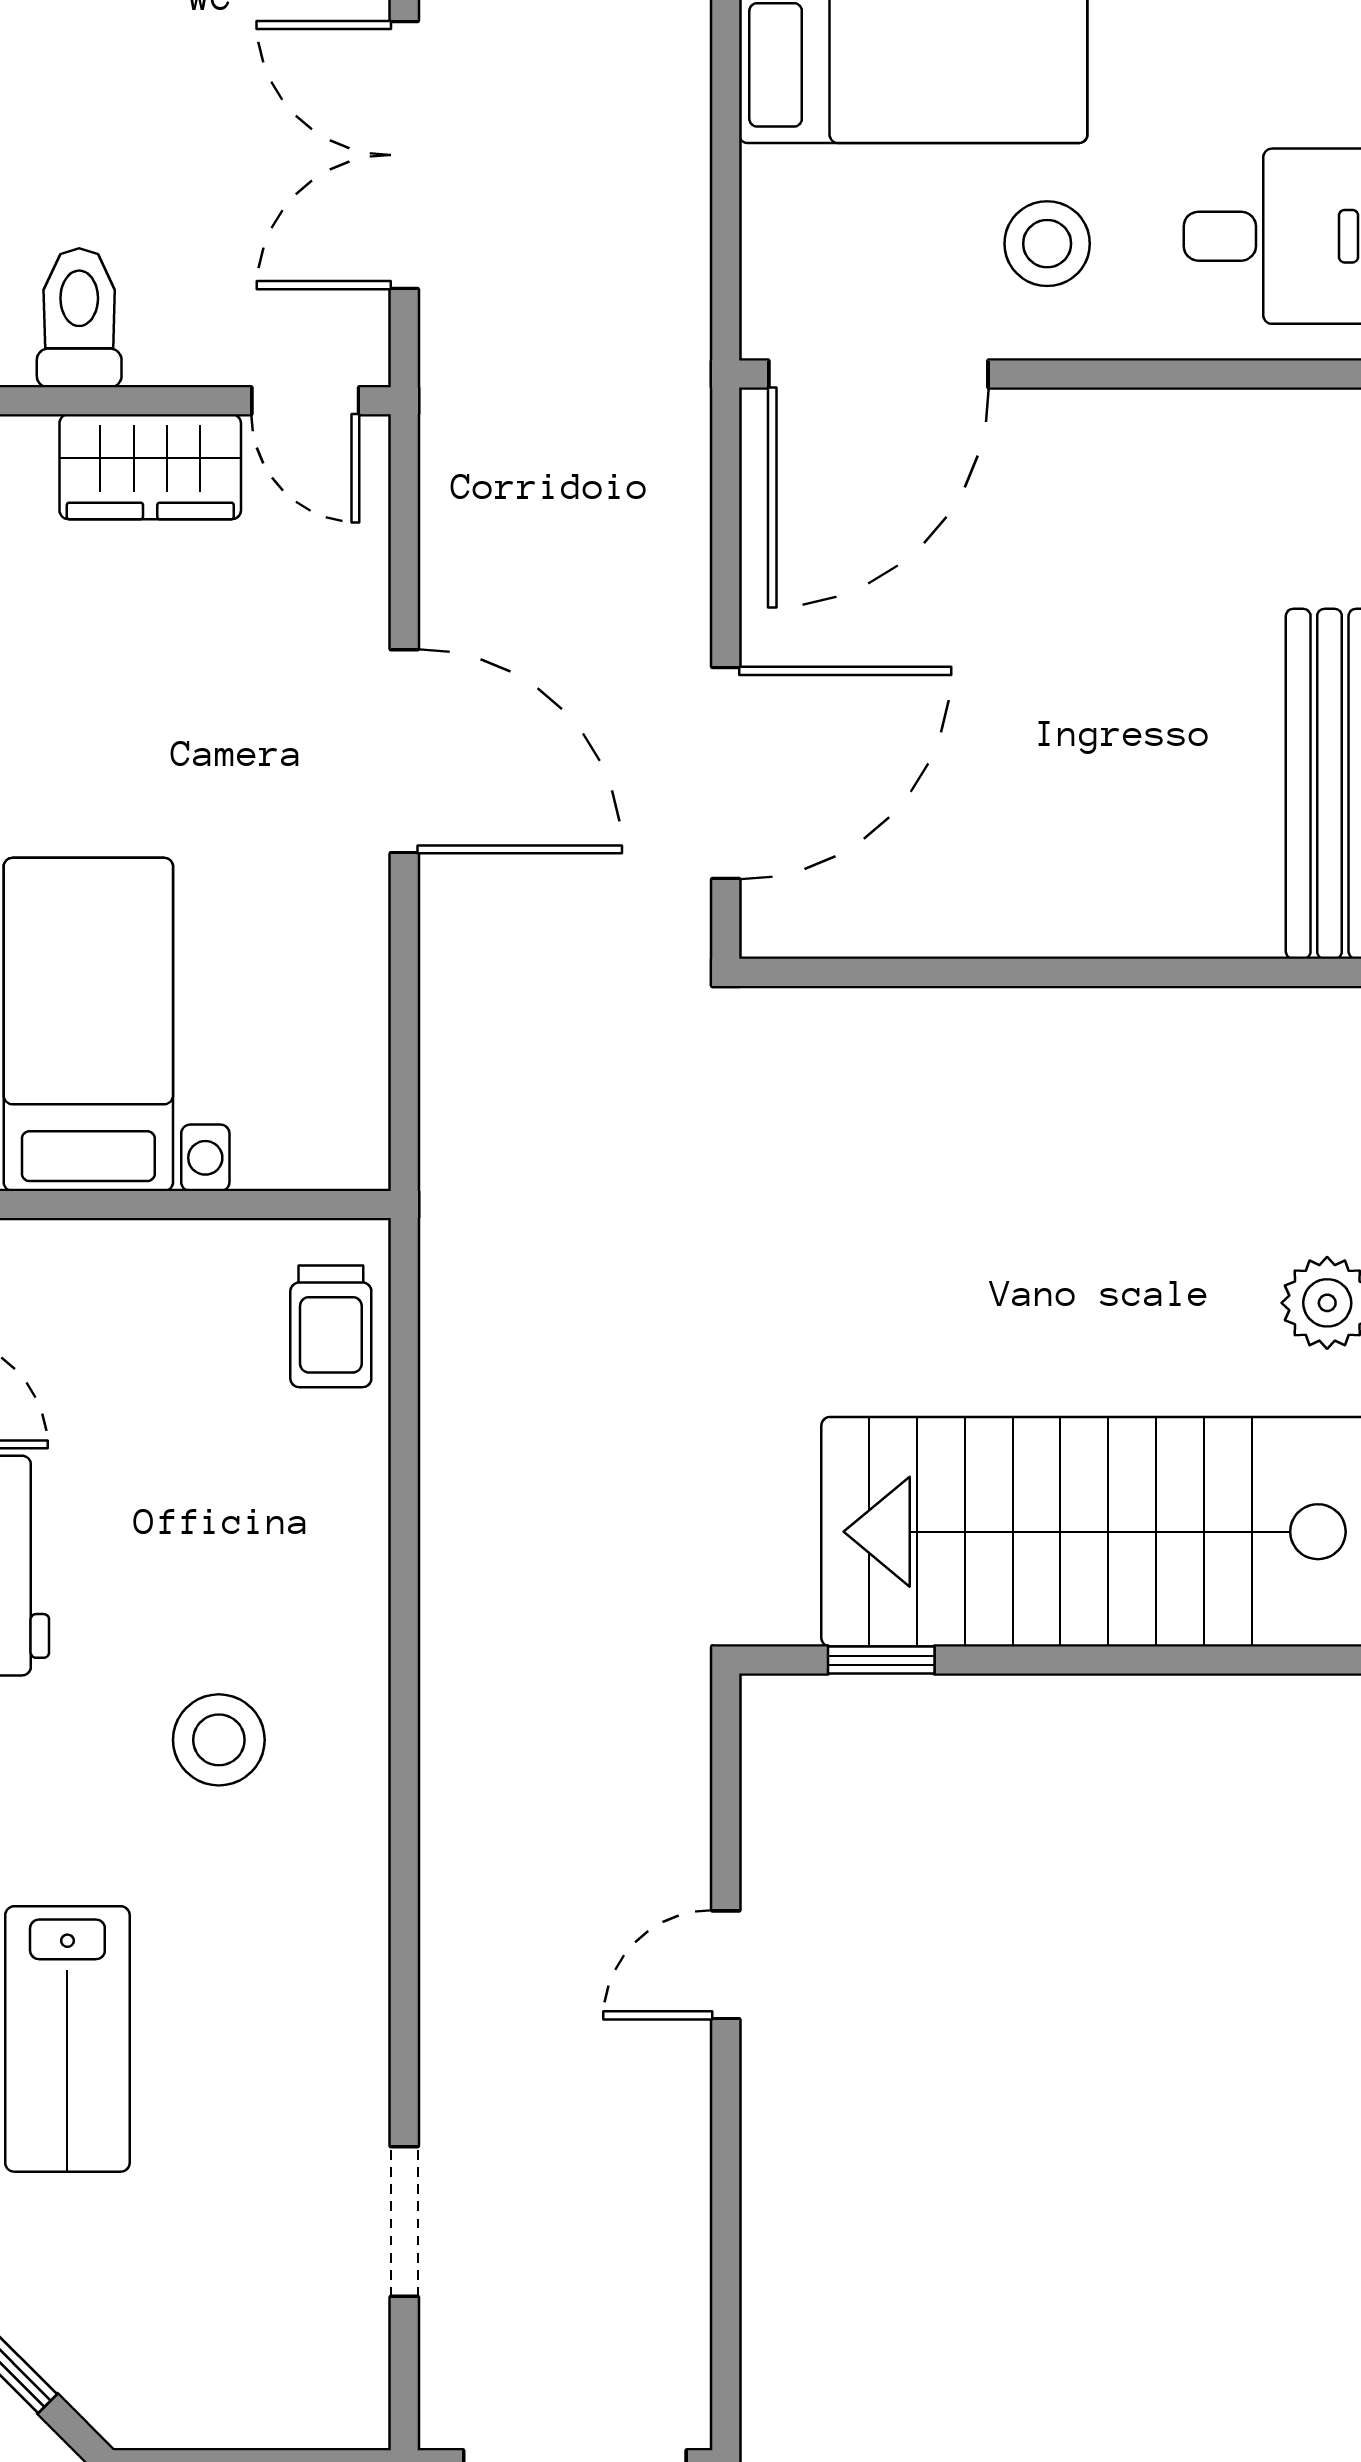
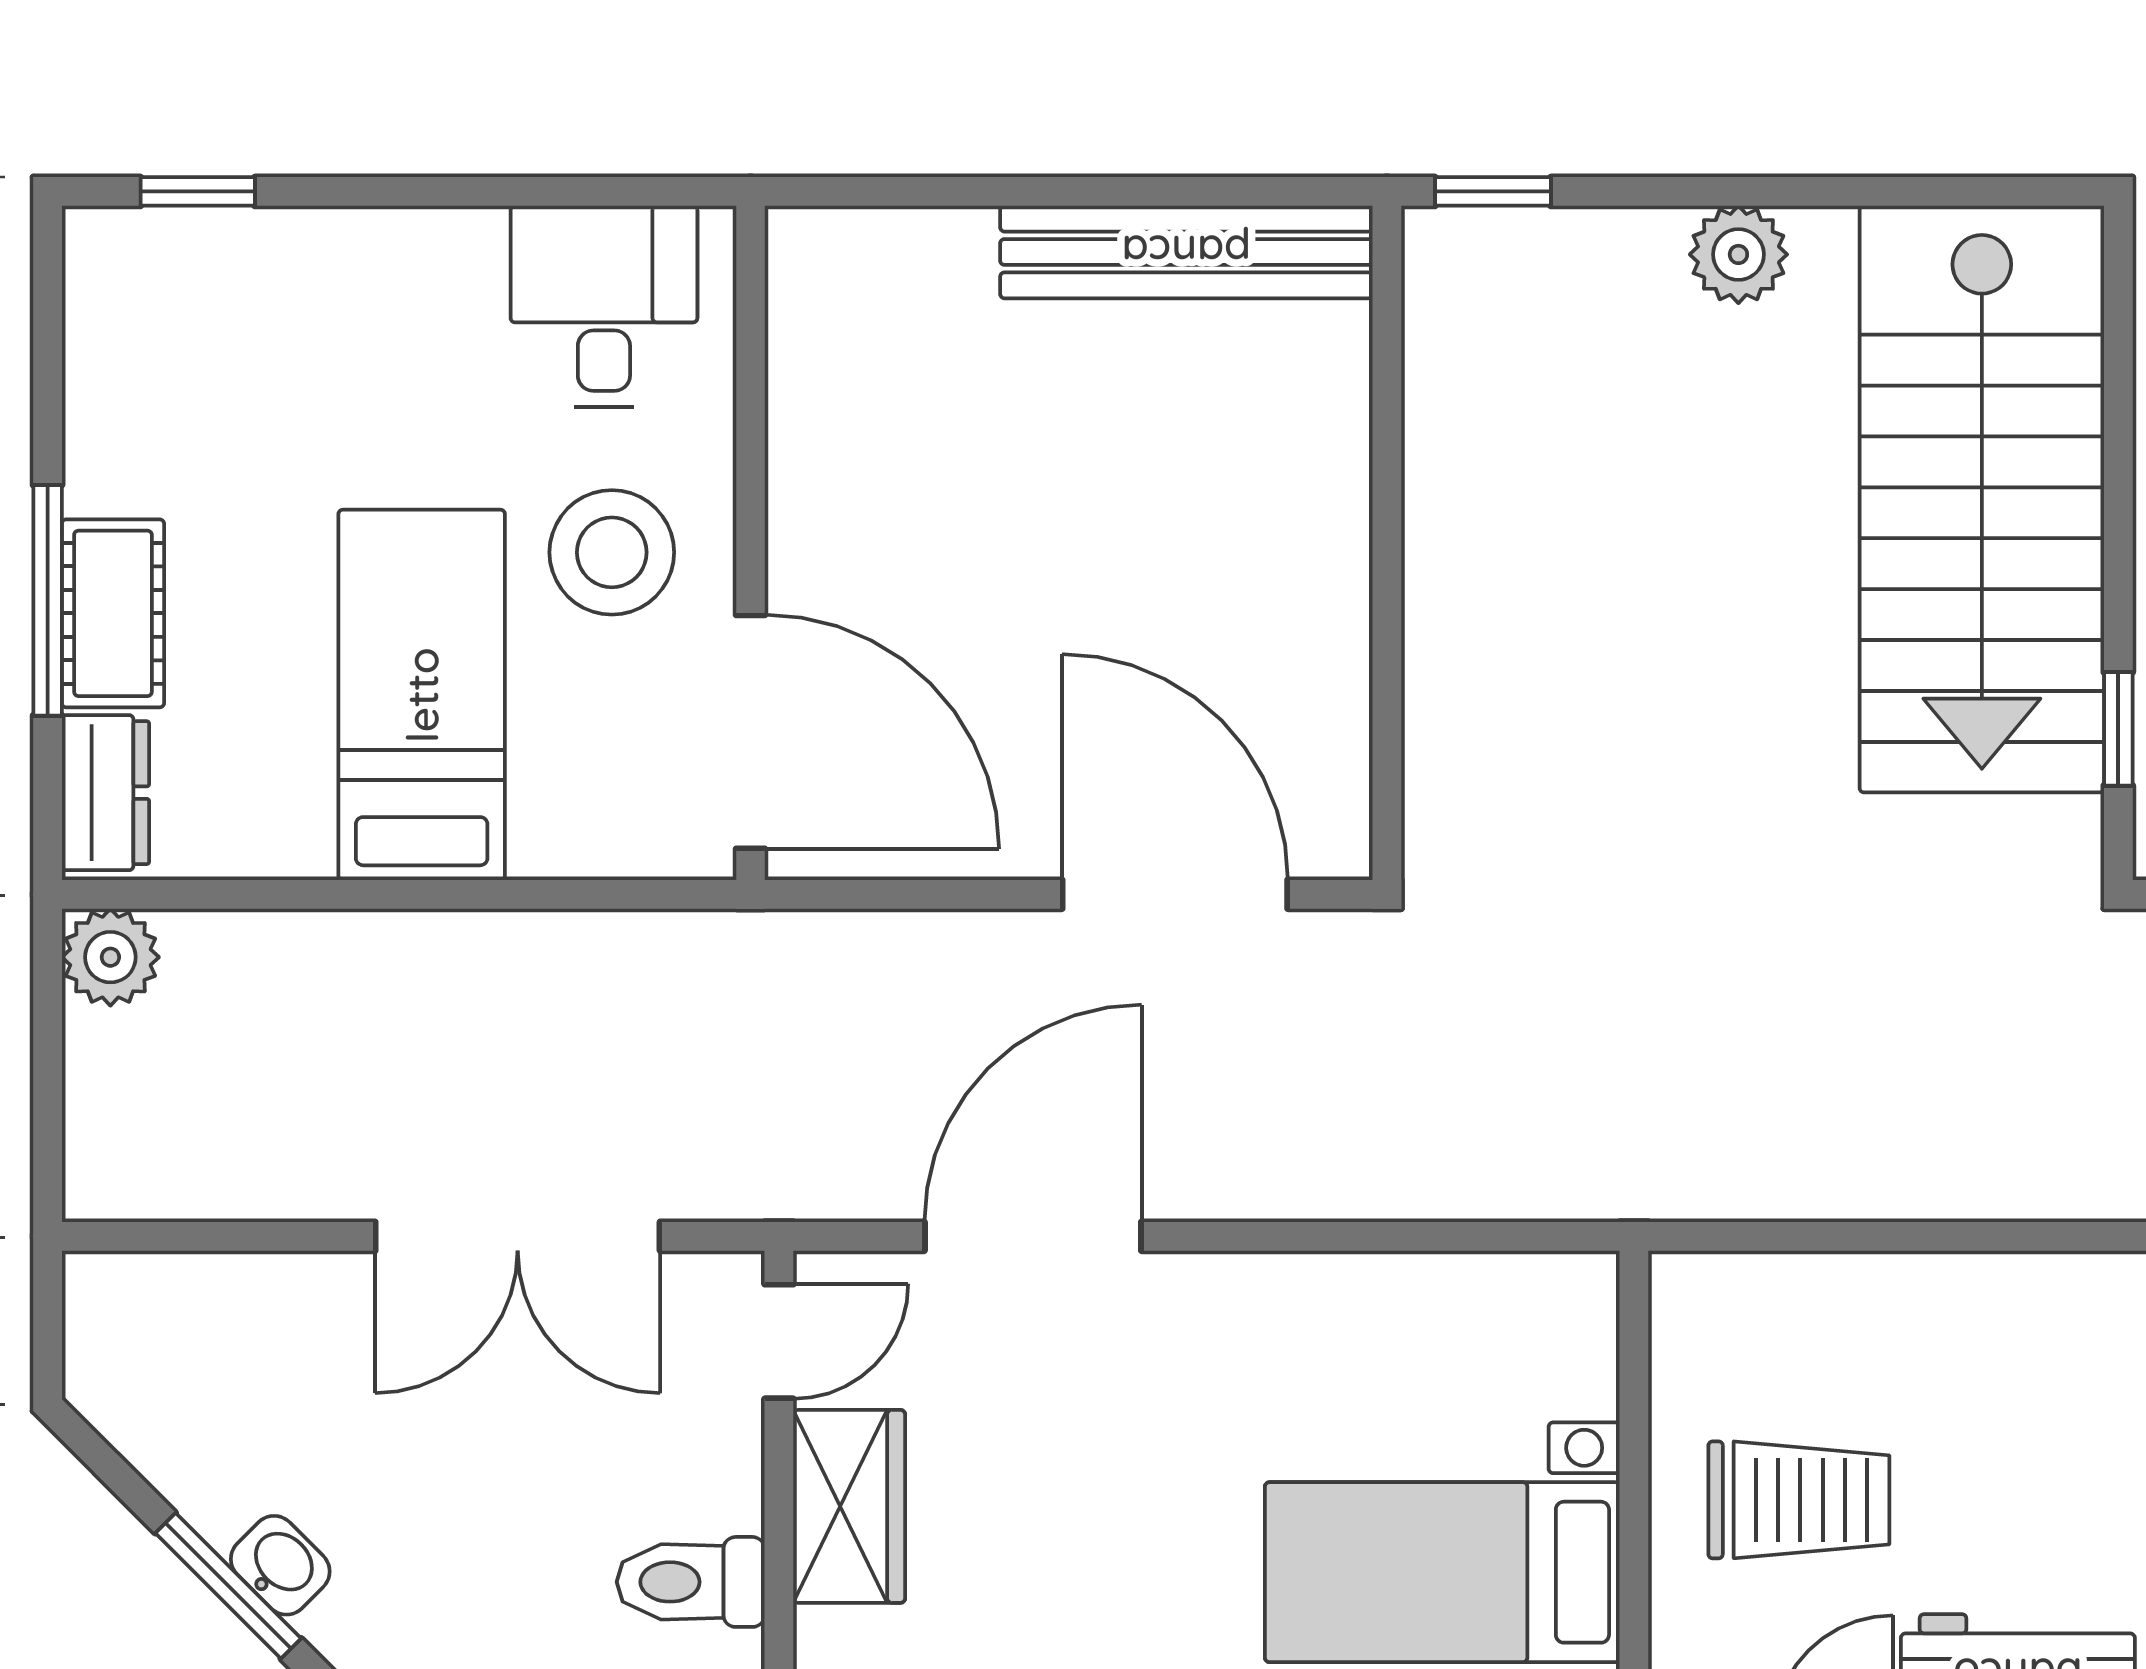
stool: (1047, 244) -> (612, 552), width x1.38, depth x1.38
door: (404, 751) -> (1033, 1236), moved
trolley: (331, 1326) -> (1799, 1500), moved, width x1.36, depth x1.39

